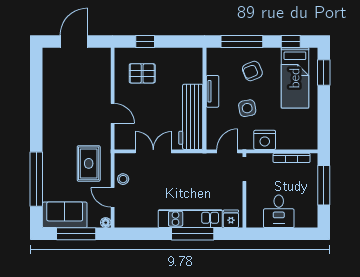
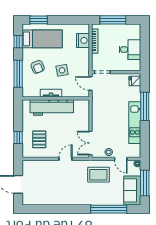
workbench: (191, 117) -> (52, 107), moved
nightstand: (265, 140) -> (83, 40), moved
double door: (153, 151) -> (91, 143), moved
door: (113, 197) -> (121, 159), hinge flipped
kitchen unit: (190, 219) -> (135, 123), moved

